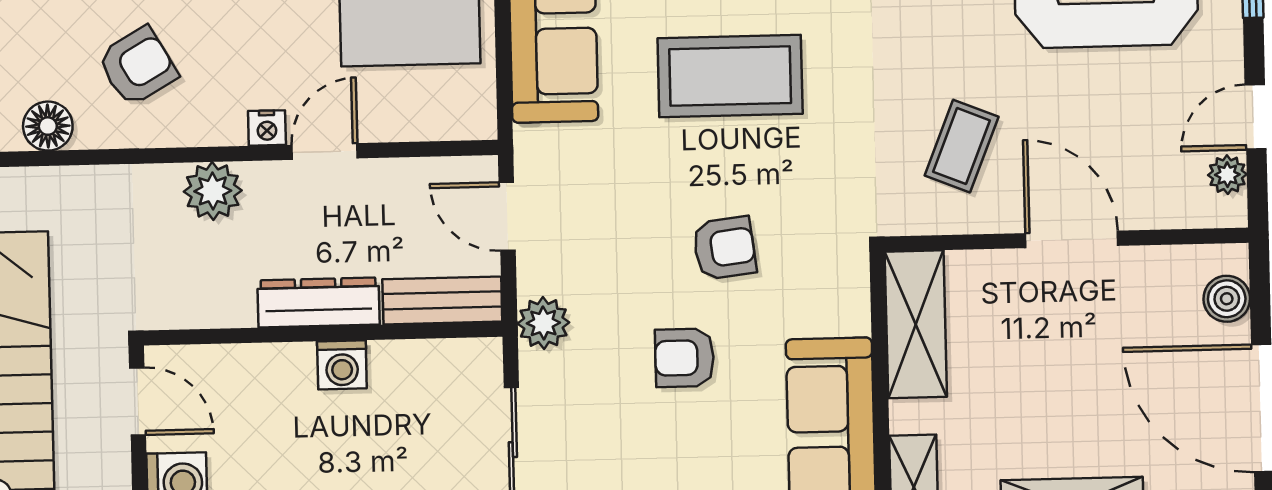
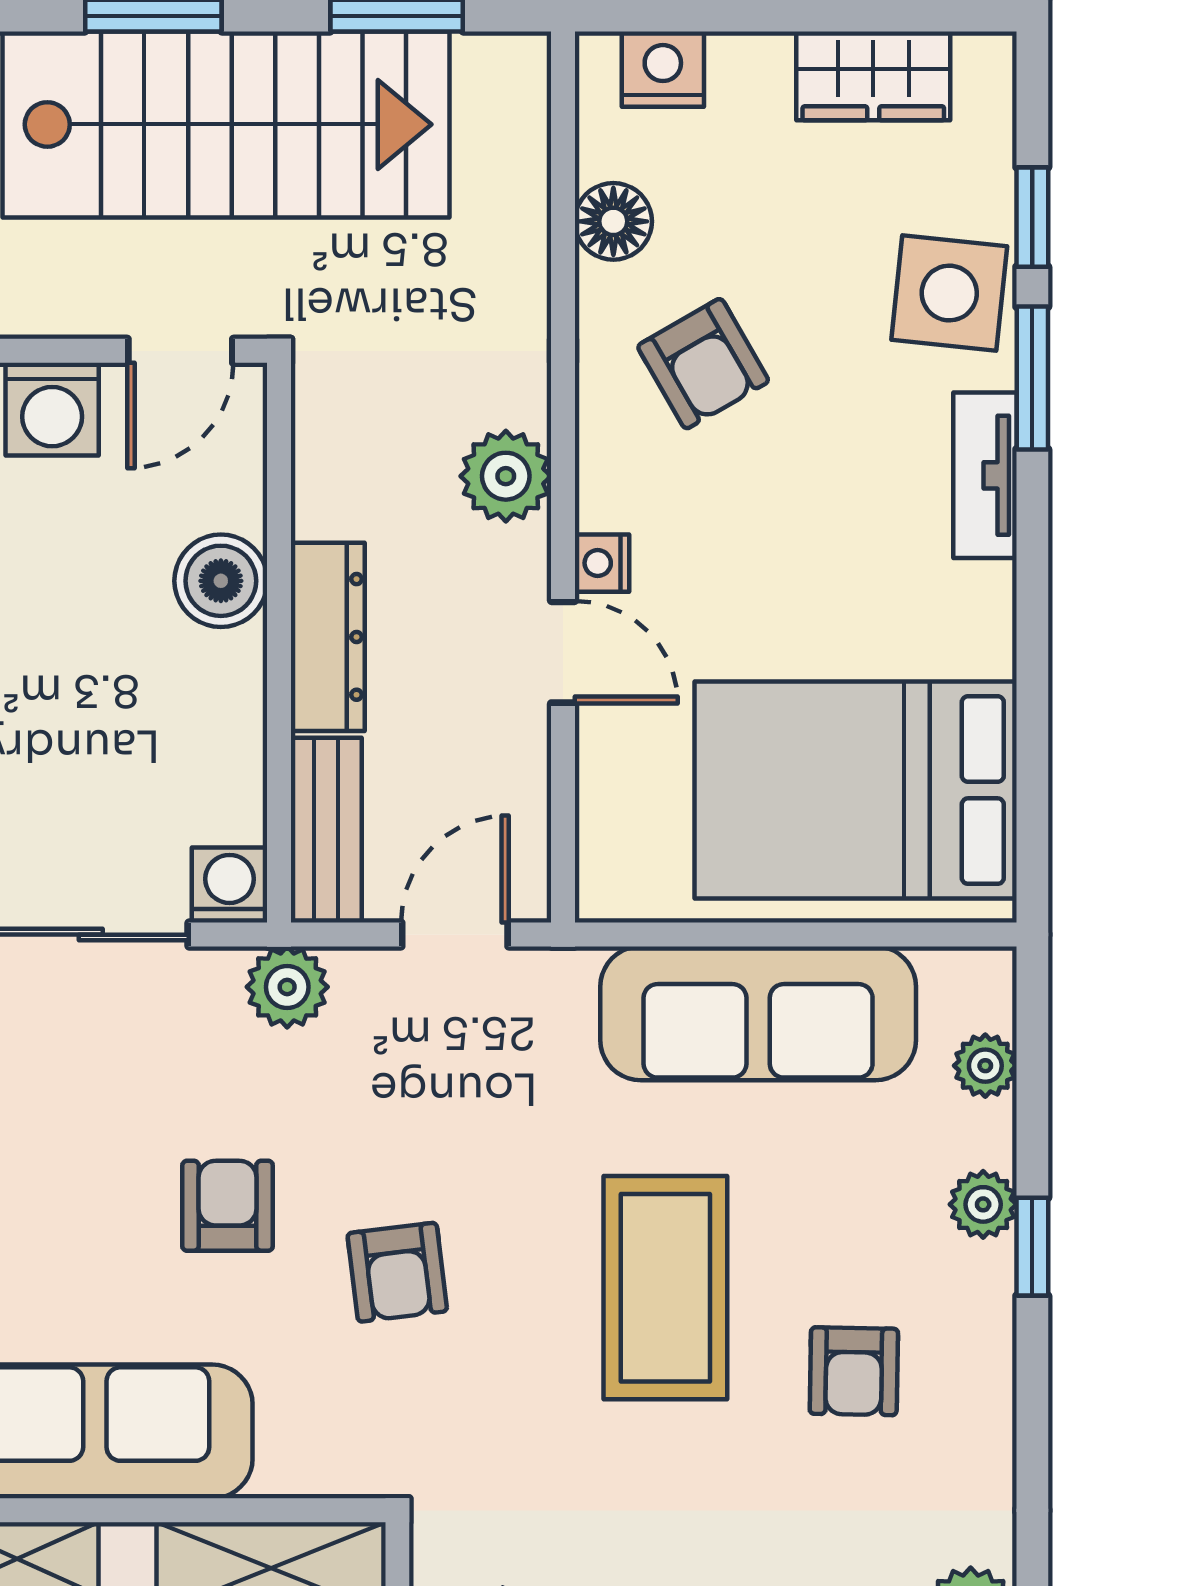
washing machine: (342, 365) -> (230, 885), moved, turned 90
boiler: (284, 372) -> (221, 581), added

